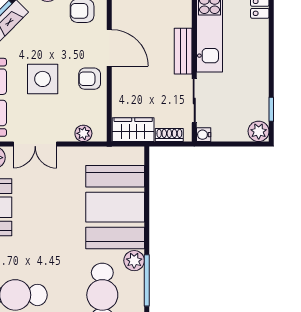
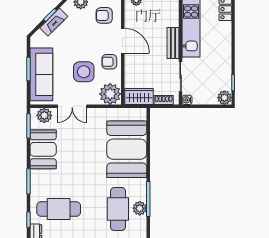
side table: (43, 79) -> (84, 72), moved
plant: (83, 133) -> (110, 94), width x1.87, depth x1.87
plant: (134, 261) -> (140, 208), moved

